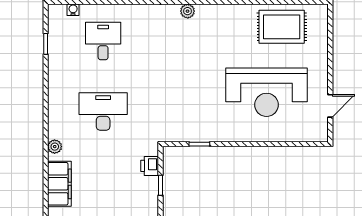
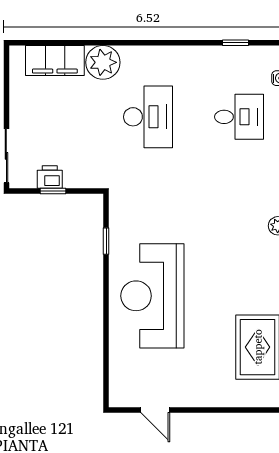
reception desk: (266, 92) -> (152, 296), moved
plant: (55, 147) -> (103, 62), width x1.88, depth x1.88
printer: (150, 166) -> (50, 177), moved

